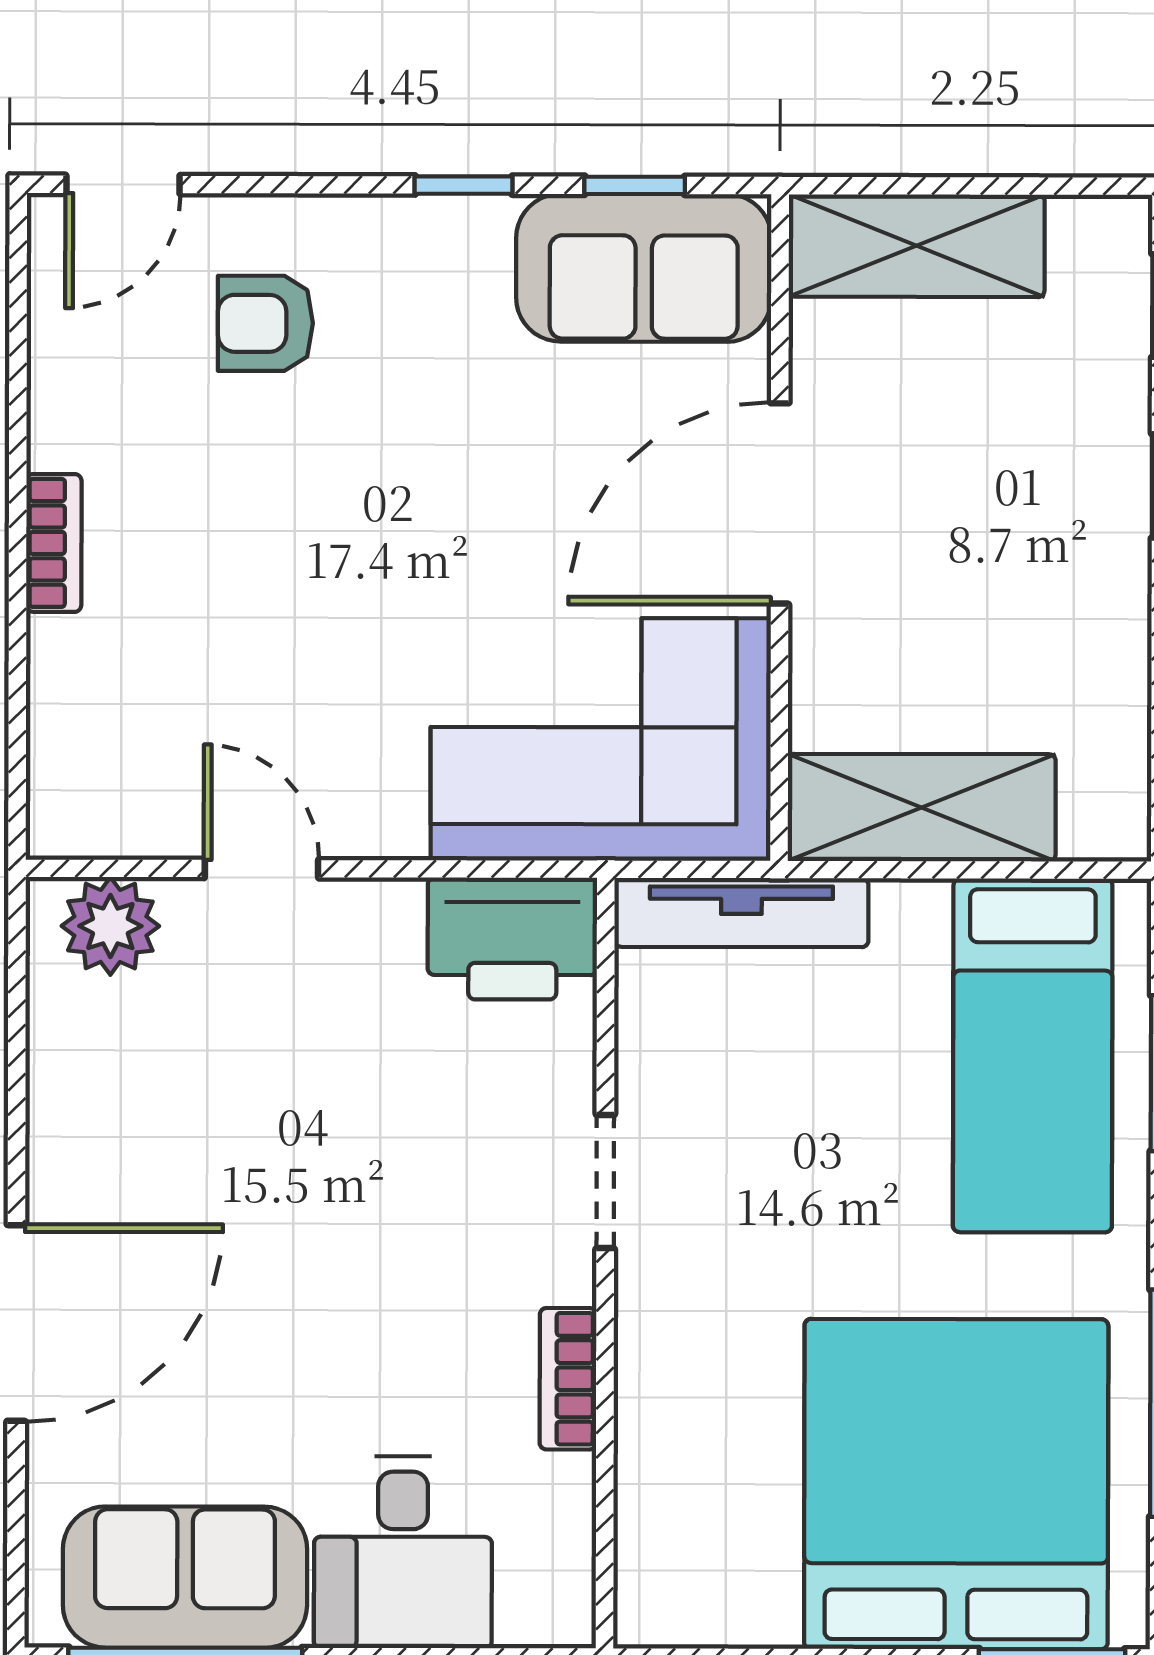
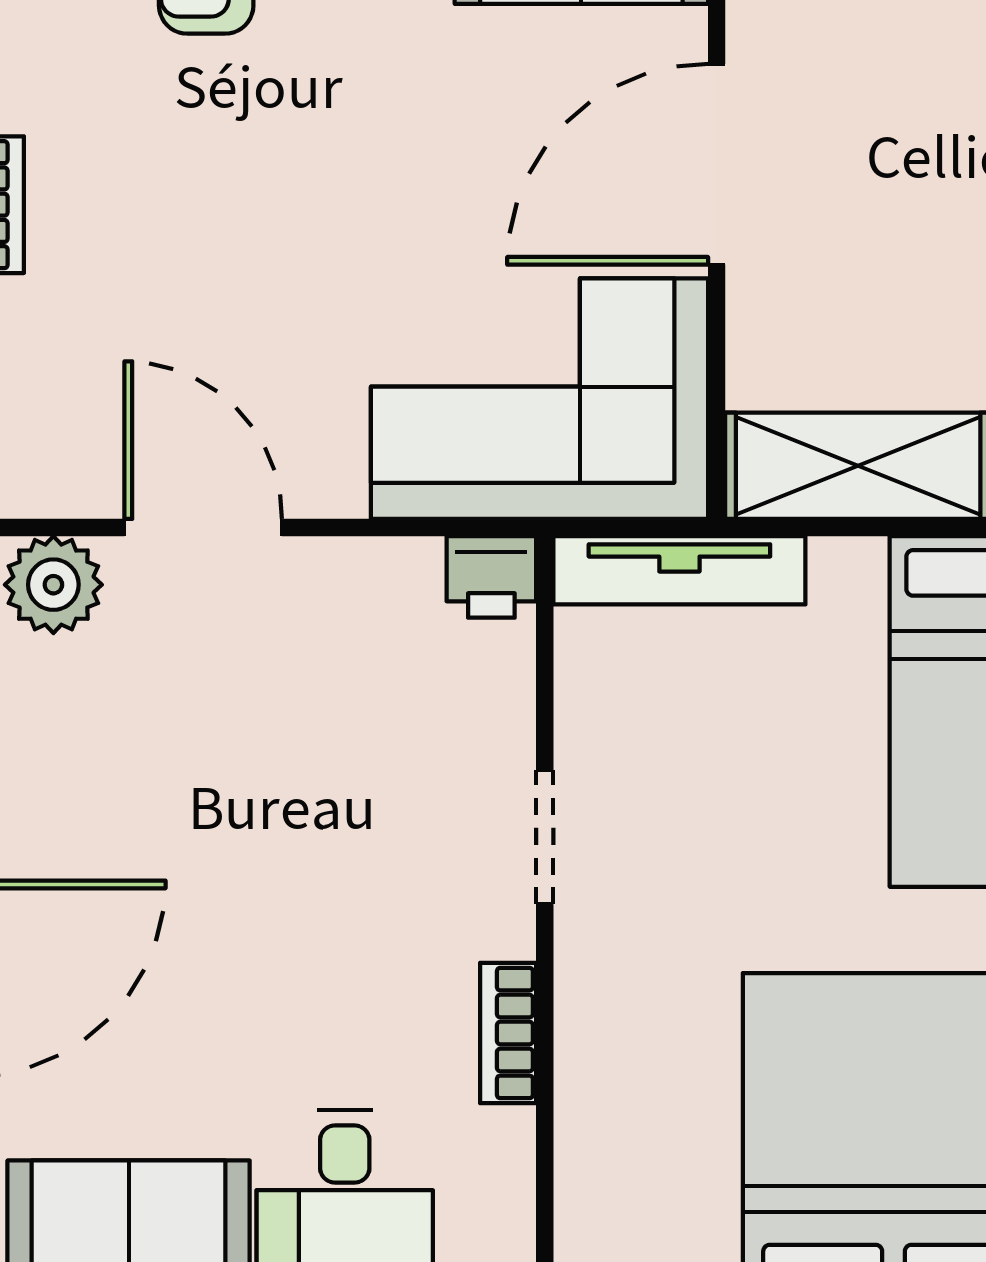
door: (261, 869) -> (203, 528), width x1.38
printer: (512, 939) -> (491, 577), width x0.53, depth x0.68

